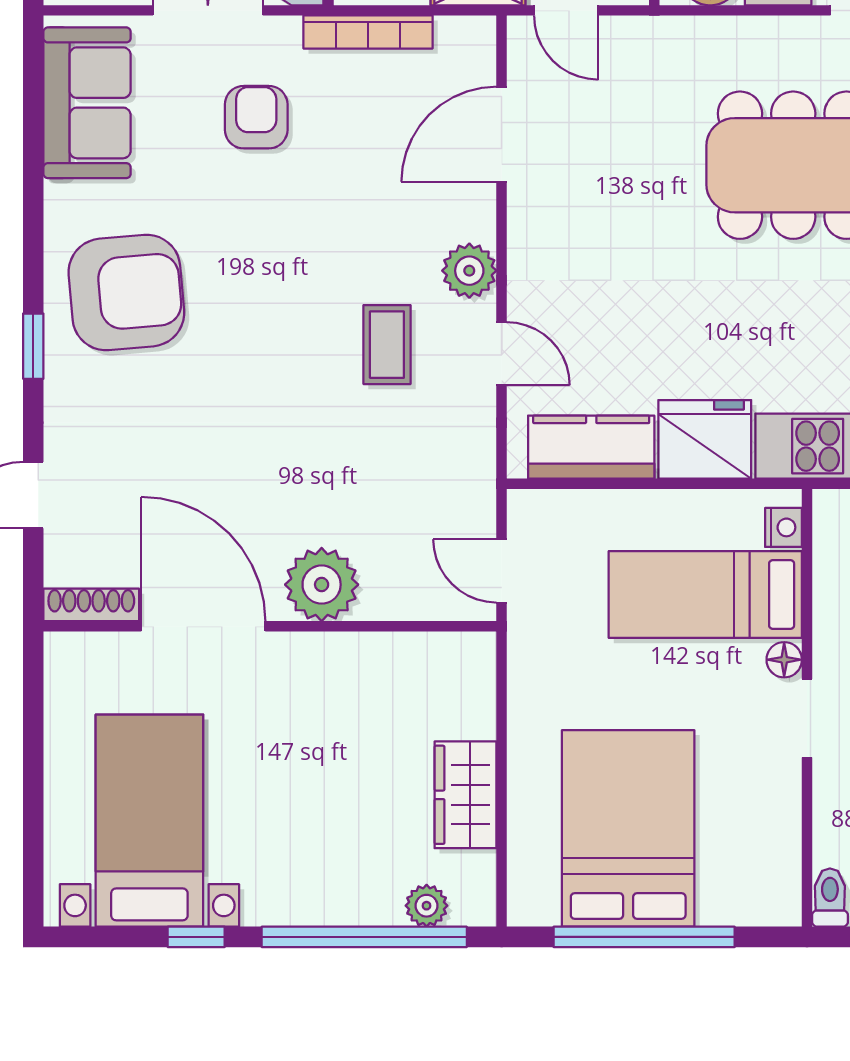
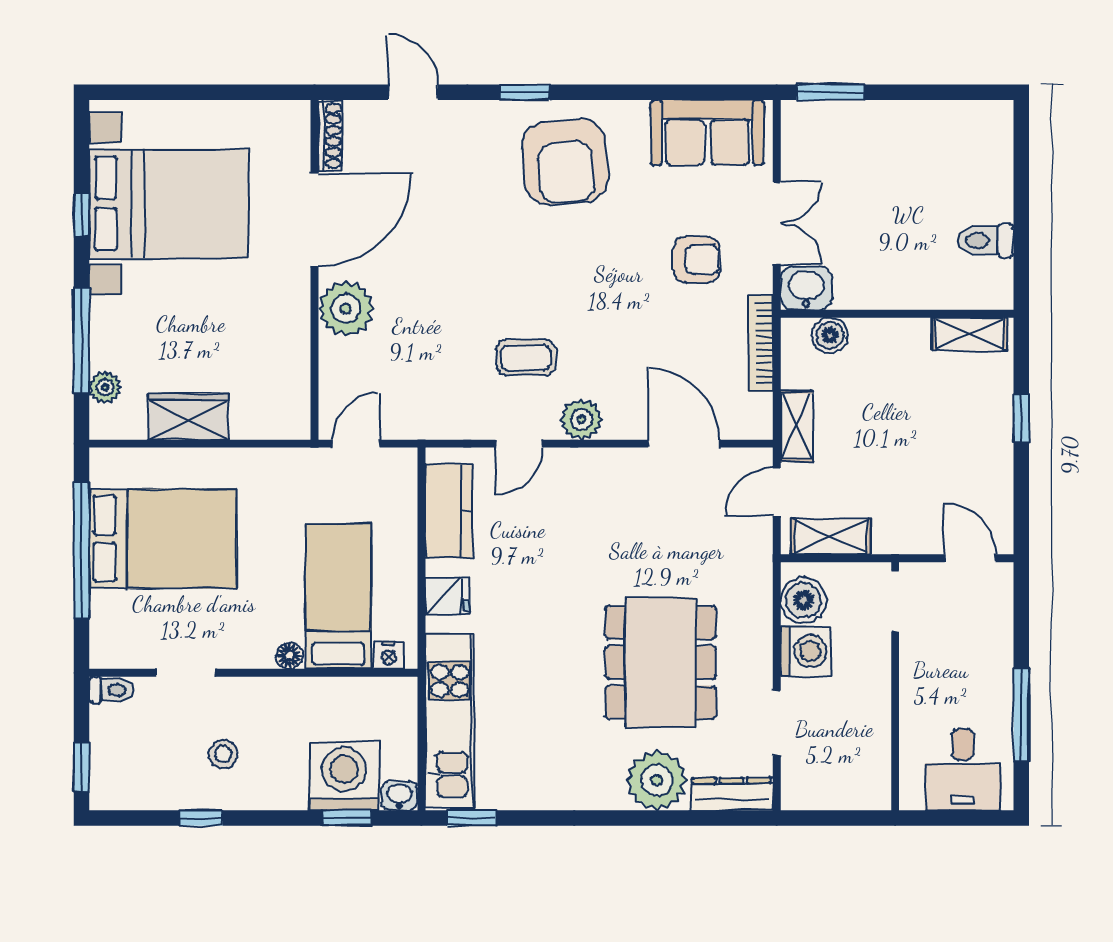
fridge: (705, 439) -> (447, 596), width x0.53, depth x0.75
doorway: (807, 718) -> (186, 673), moved
bed with nightstands: (149, 821) -> (169, 204), width x1.36
window: (364, 937) -> (82, 341), width x0.68

